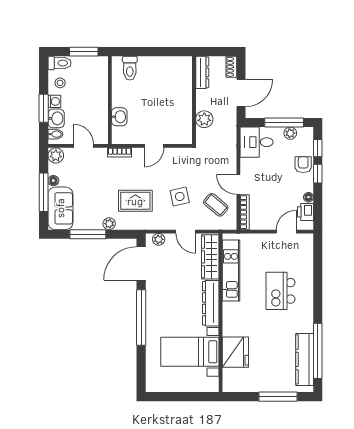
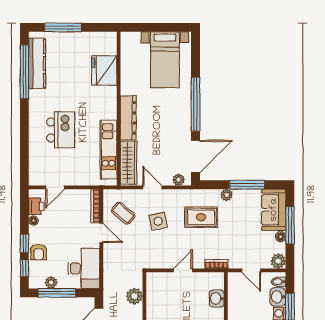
desk: (256, 142) -> (84, 268), width x1.37
bed with nightstands: (190, 352) -> (165, 60), moved, turned 90

